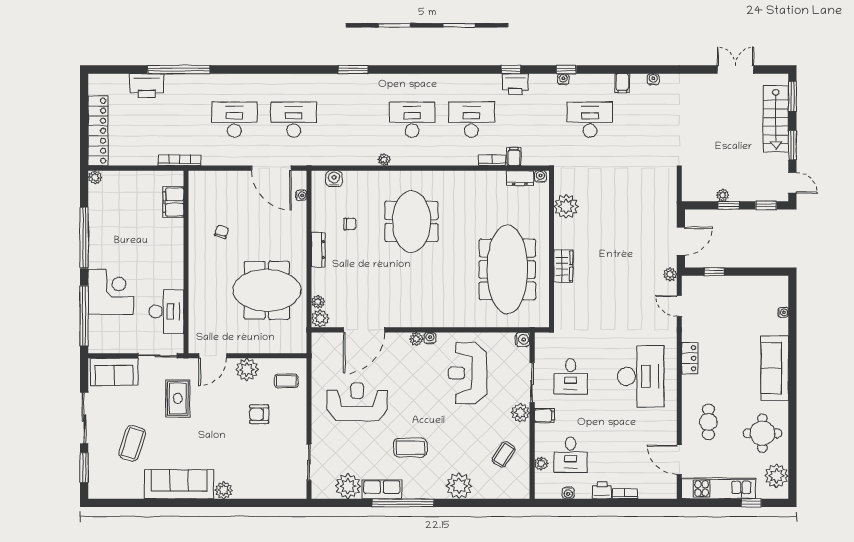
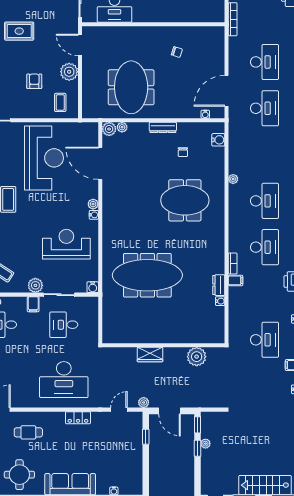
filing cabinet: (173, 202) -> (200, 14), removed
window: (766, 205) -> (197, 425), moved
plant: (566, 206) -> (197, 357), moved
wall: (551, 249) -> (163, 345), moved
wardrobe: (563, 266) -> (150, 354), moved
rug: (178, 398) -> (19, 31), moved
reception desk: (357, 402) -> (44, 158), width x1.36, depth x1.30

